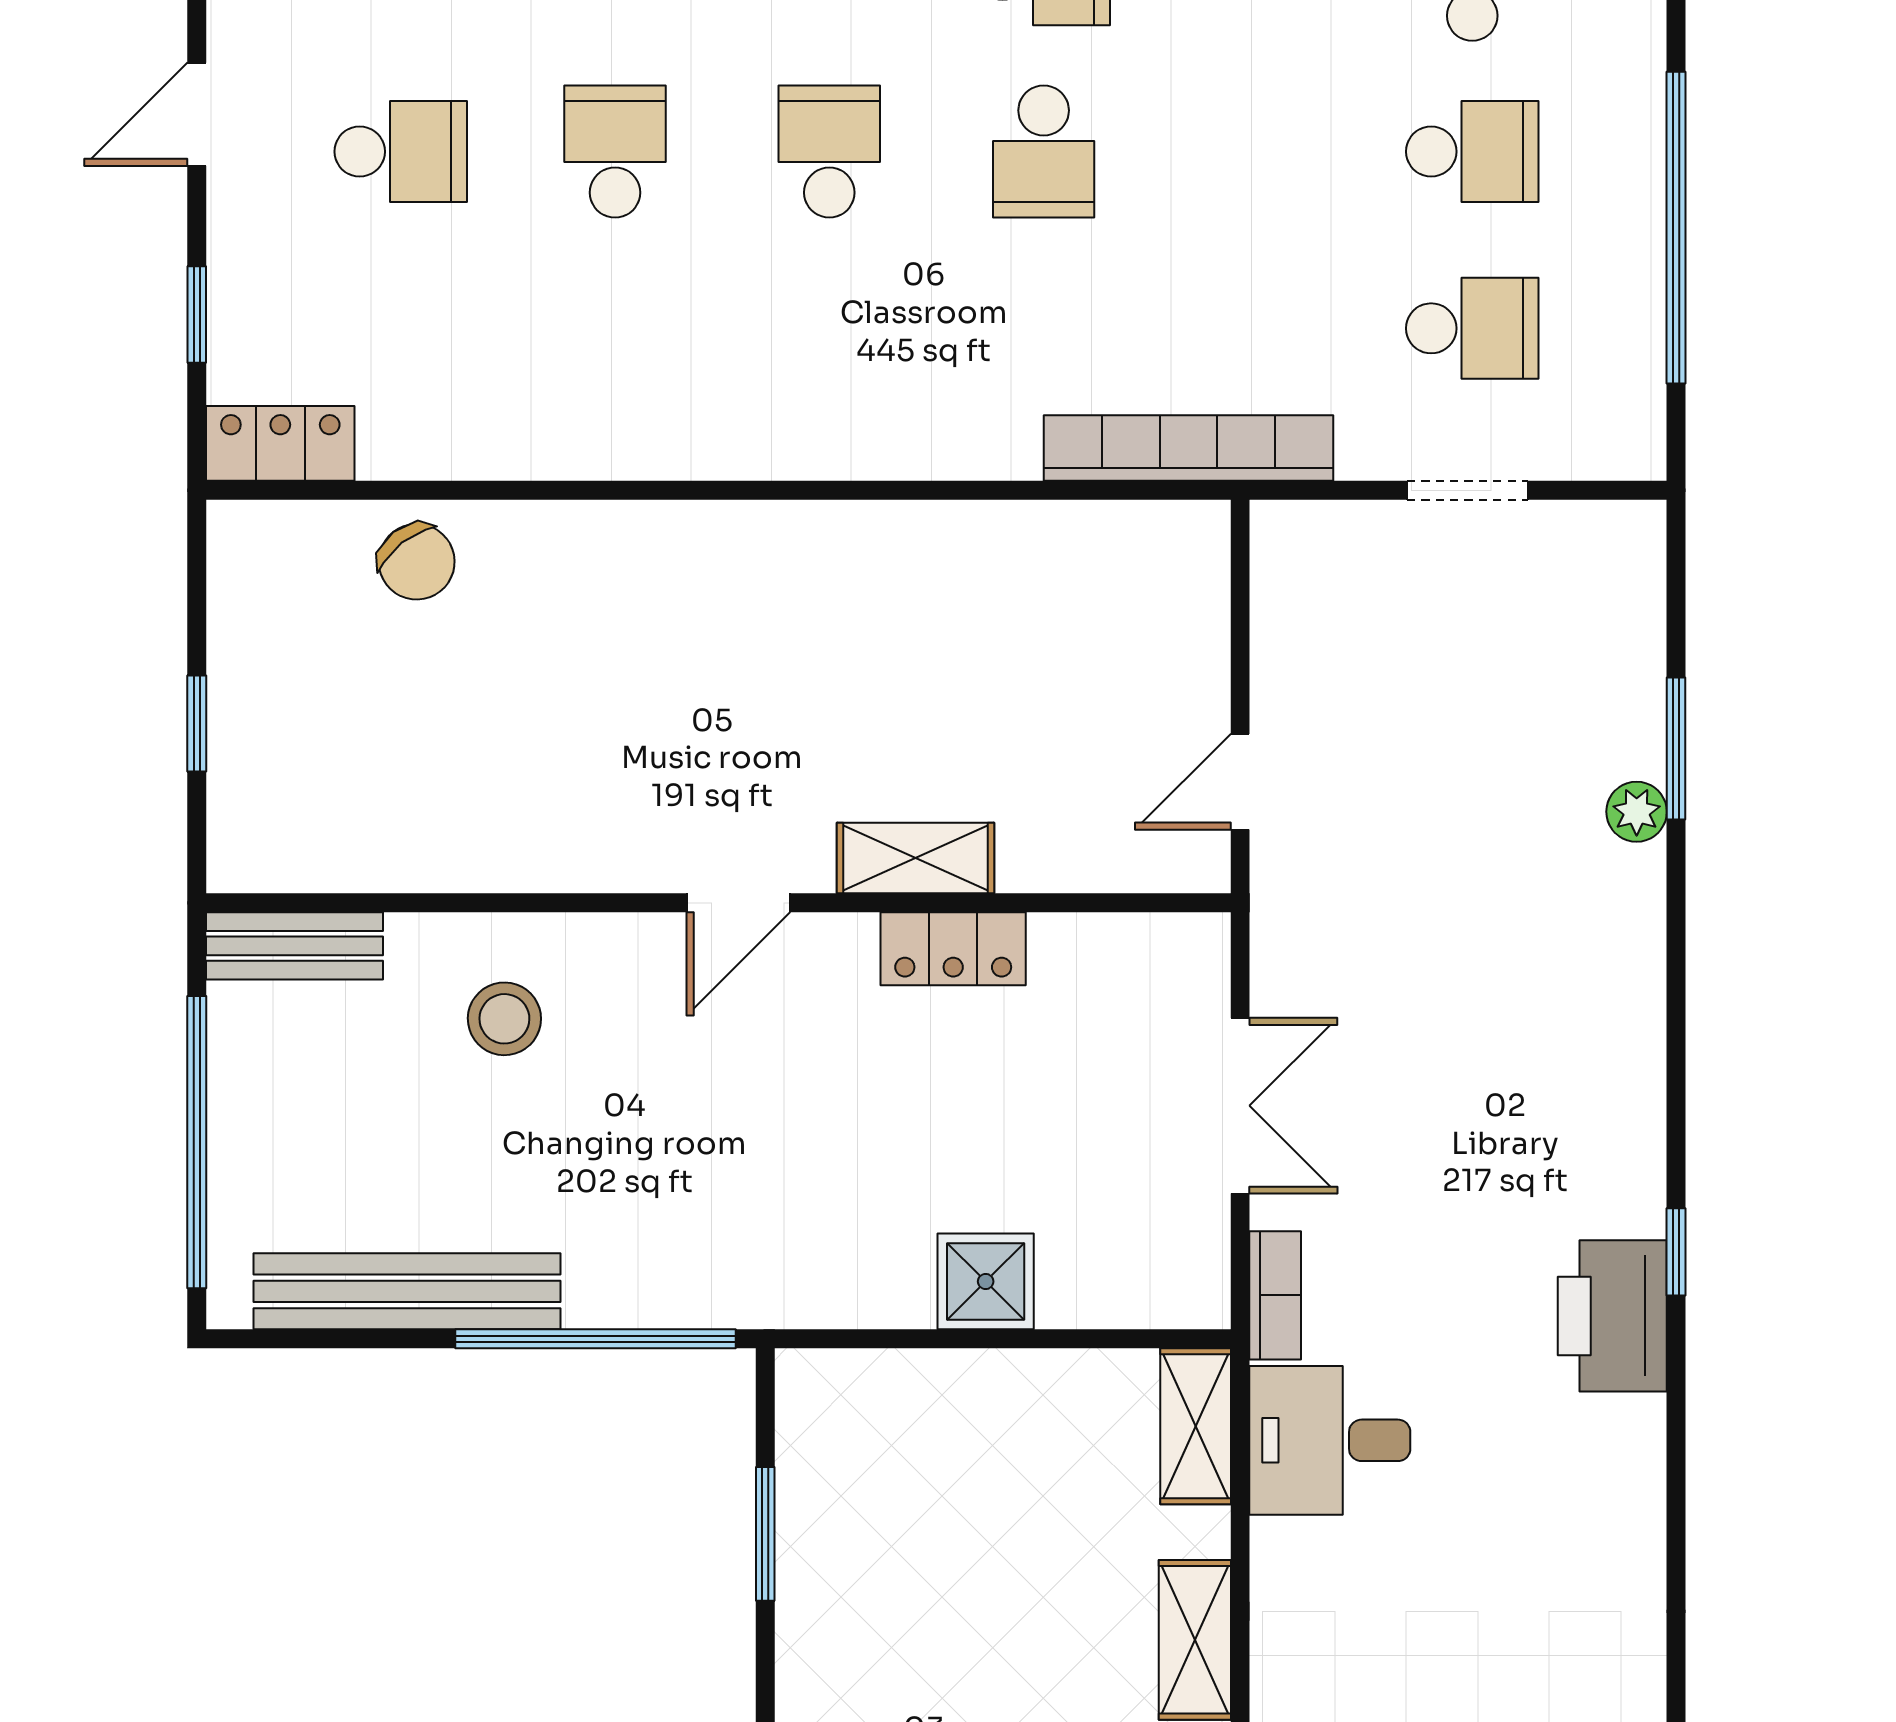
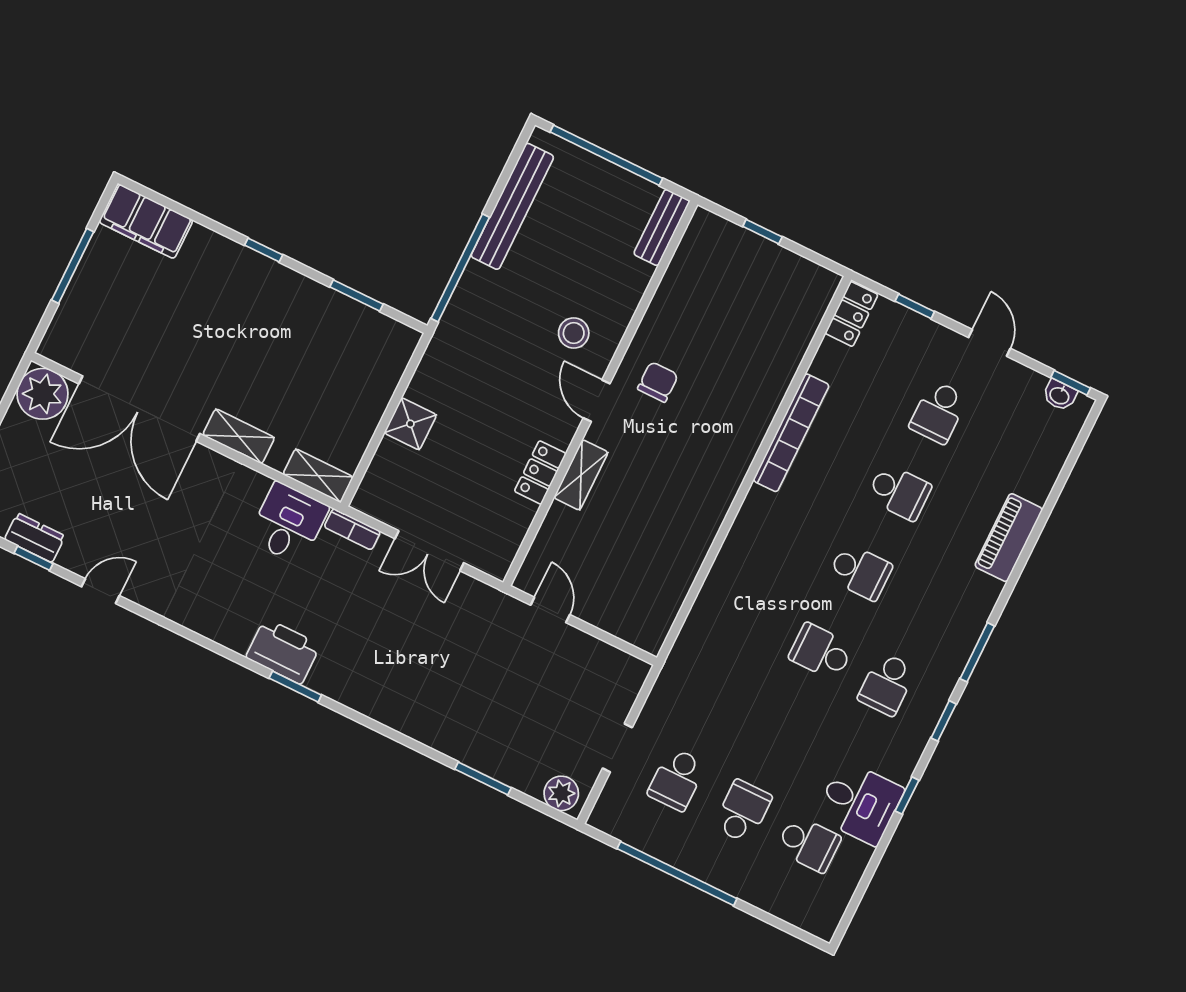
school desk: (1472, 152) -> (743, 812), turned 180
bookcase: (1189, 448) -> (791, 433), moved
chair: (417, 562) -> (658, 382), moved, turned 128
plant: (1637, 812) -> (561, 793), moved, width x1.38, depth x1.38
stool: (504, 1019) -> (574, 333), moved
window: (1676, 1252) -> (295, 687), width x1.50

